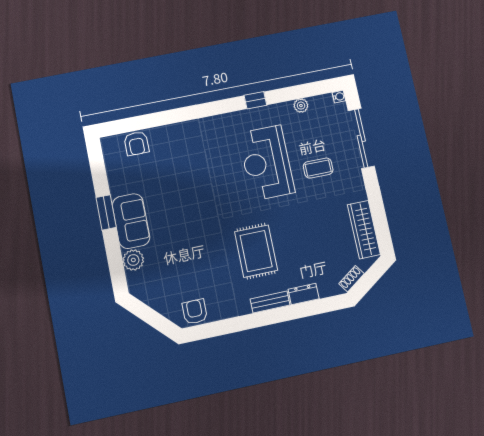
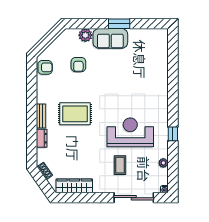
armchair: (136, 143) -> (78, 65), moved, turned -90

